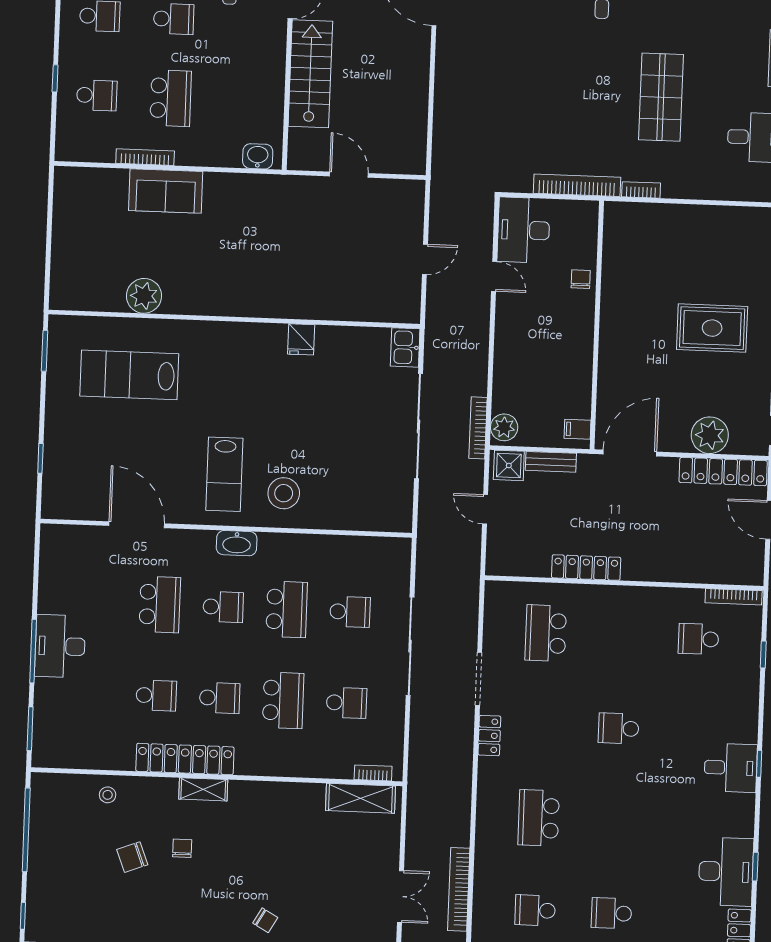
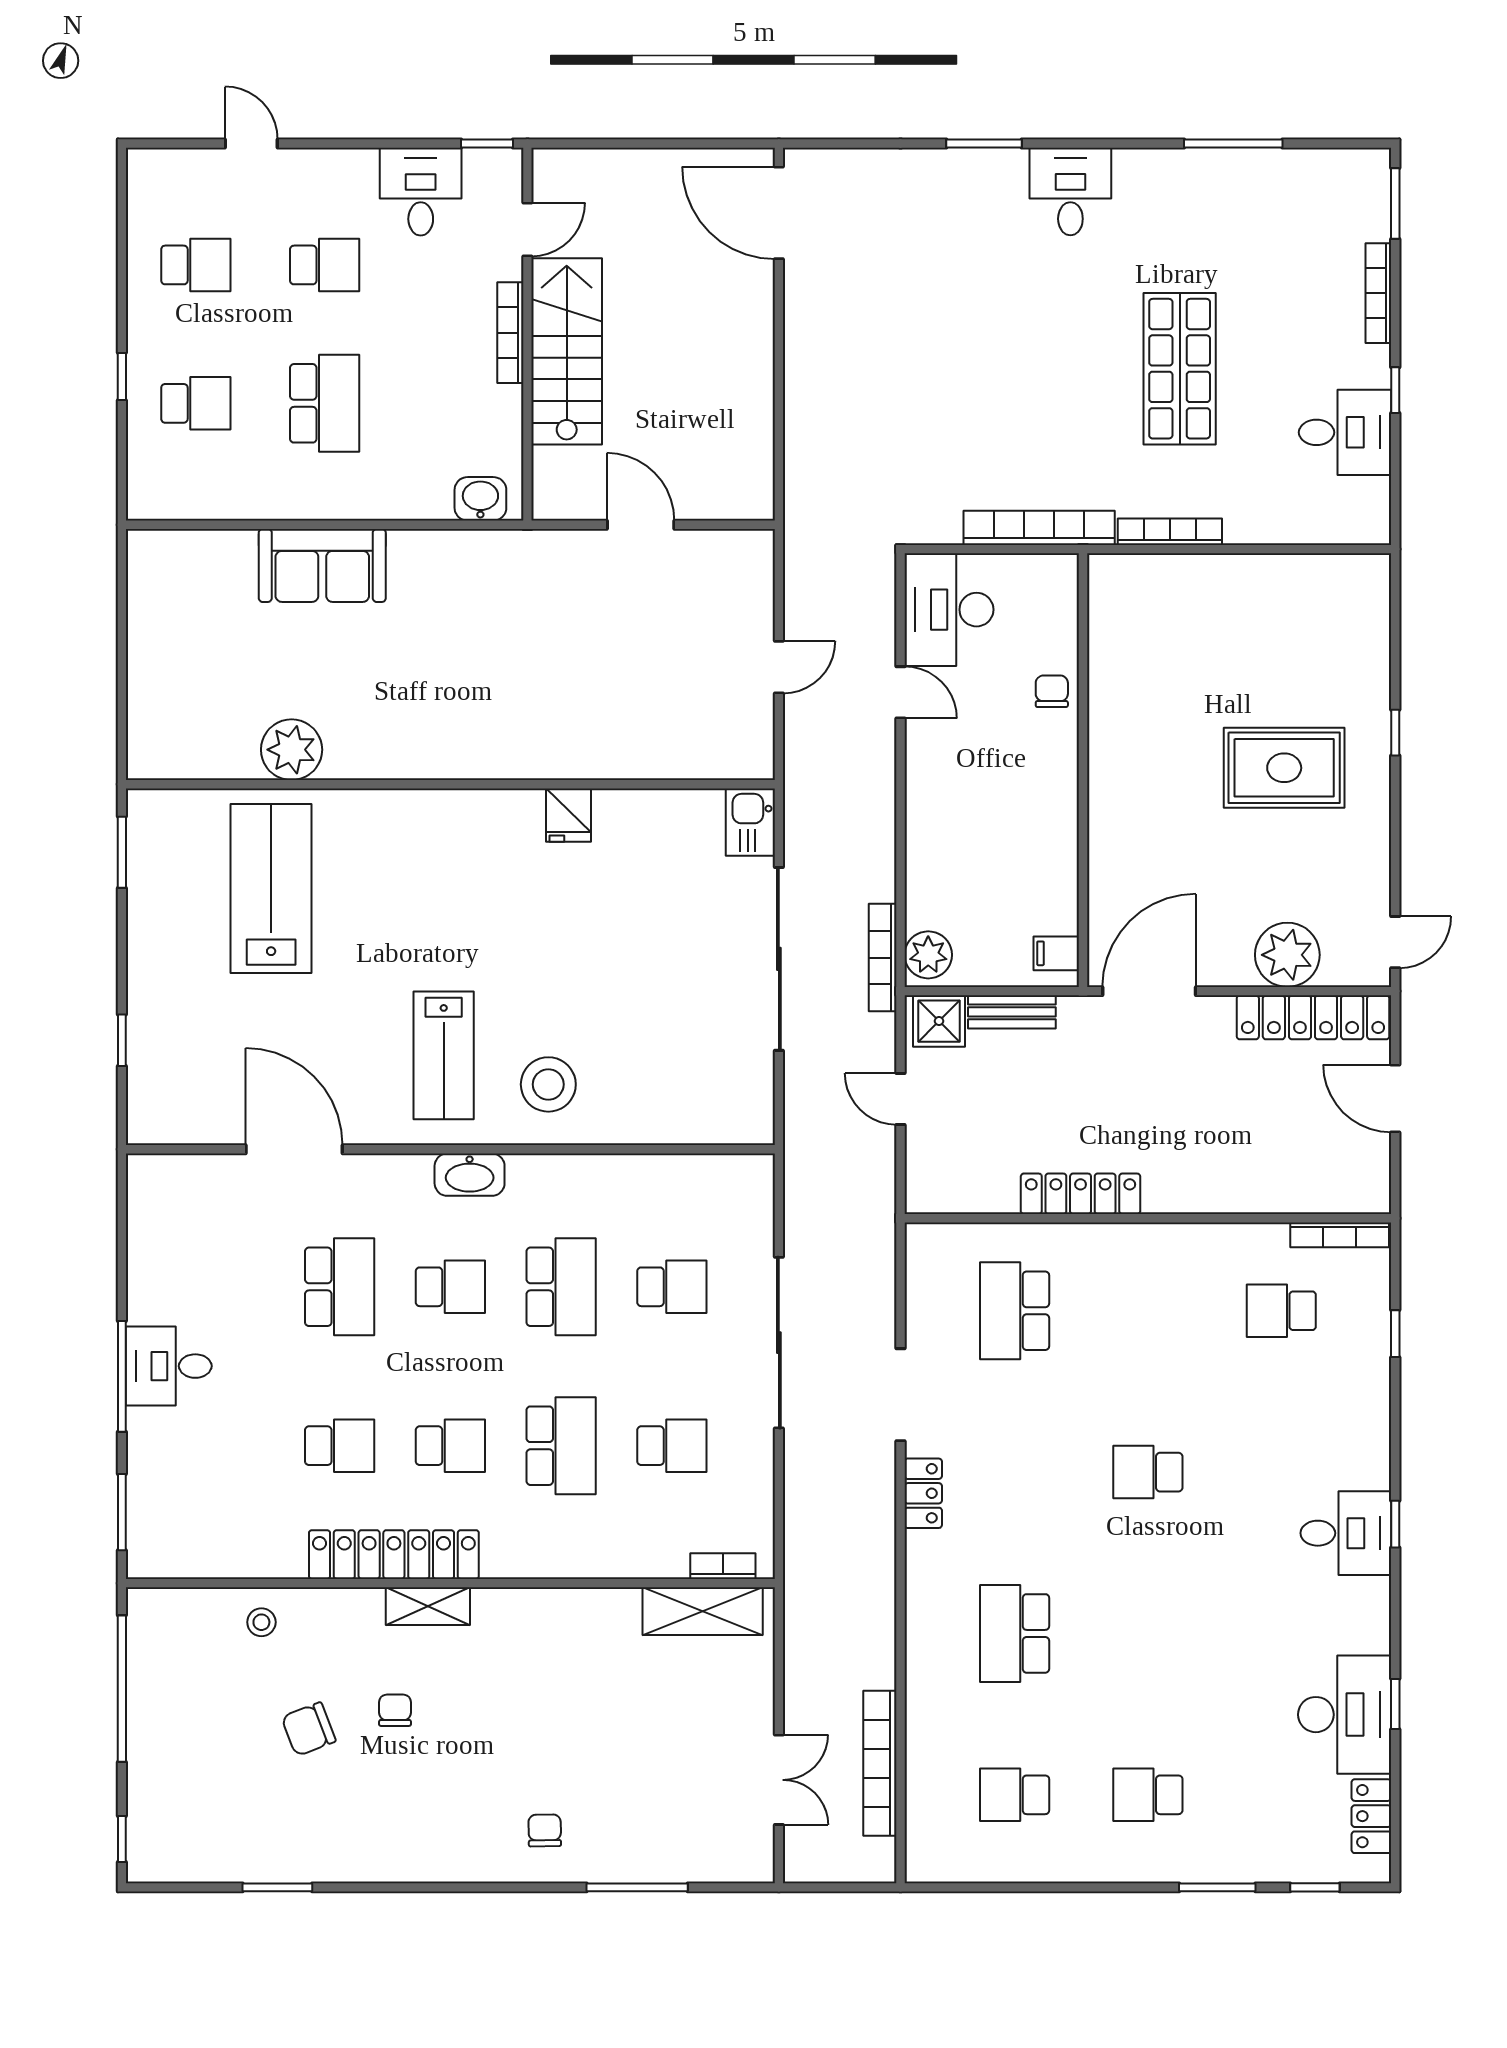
bookcase: (145, 157) -> (510, 333), moved, turned -90
bookcase: (641, 190) -> (1170, 532), width x1.56
lab bench: (129, 375) -> (271, 889), turned 90
desk: (60, 646) -> (169, 1366), width x0.73
chair: (265, 920) -> (545, 1830), turned -121

